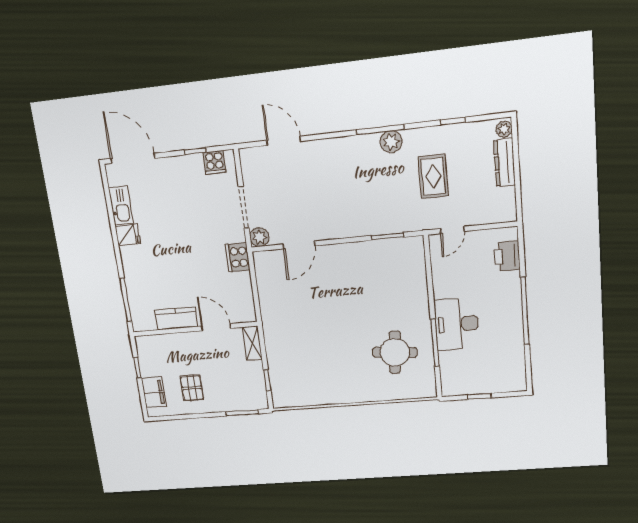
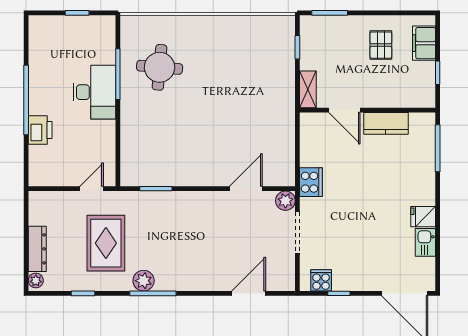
door: (284, 141) -> (249, 293), swing flipped
rug: (433, 176) -> (106, 243), width x1.36, depth x1.43
kitchen sink: (121, 205) -> (425, 242), width x0.73
printer: (507, 256) -> (40, 130), moved

